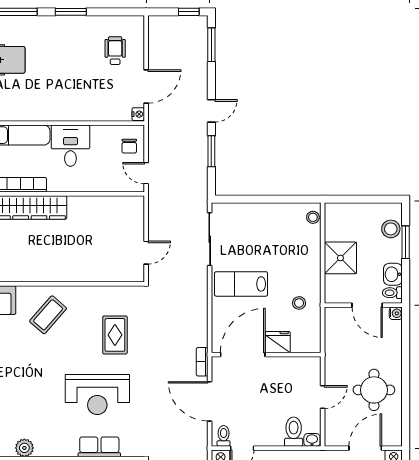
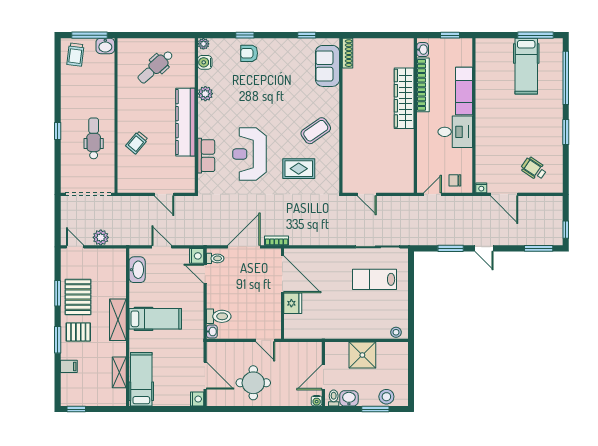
wheelchair: (115, 51) -> (534, 169), turned -146
lab bench: (241, 284) -> (374, 279), moved, turned -90
stool: (299, 303) -> (325, 321), removed
coffee table: (48, 315) -> (316, 131), moved, turned -76
door: (323, 397) -> (265, 340), moved

